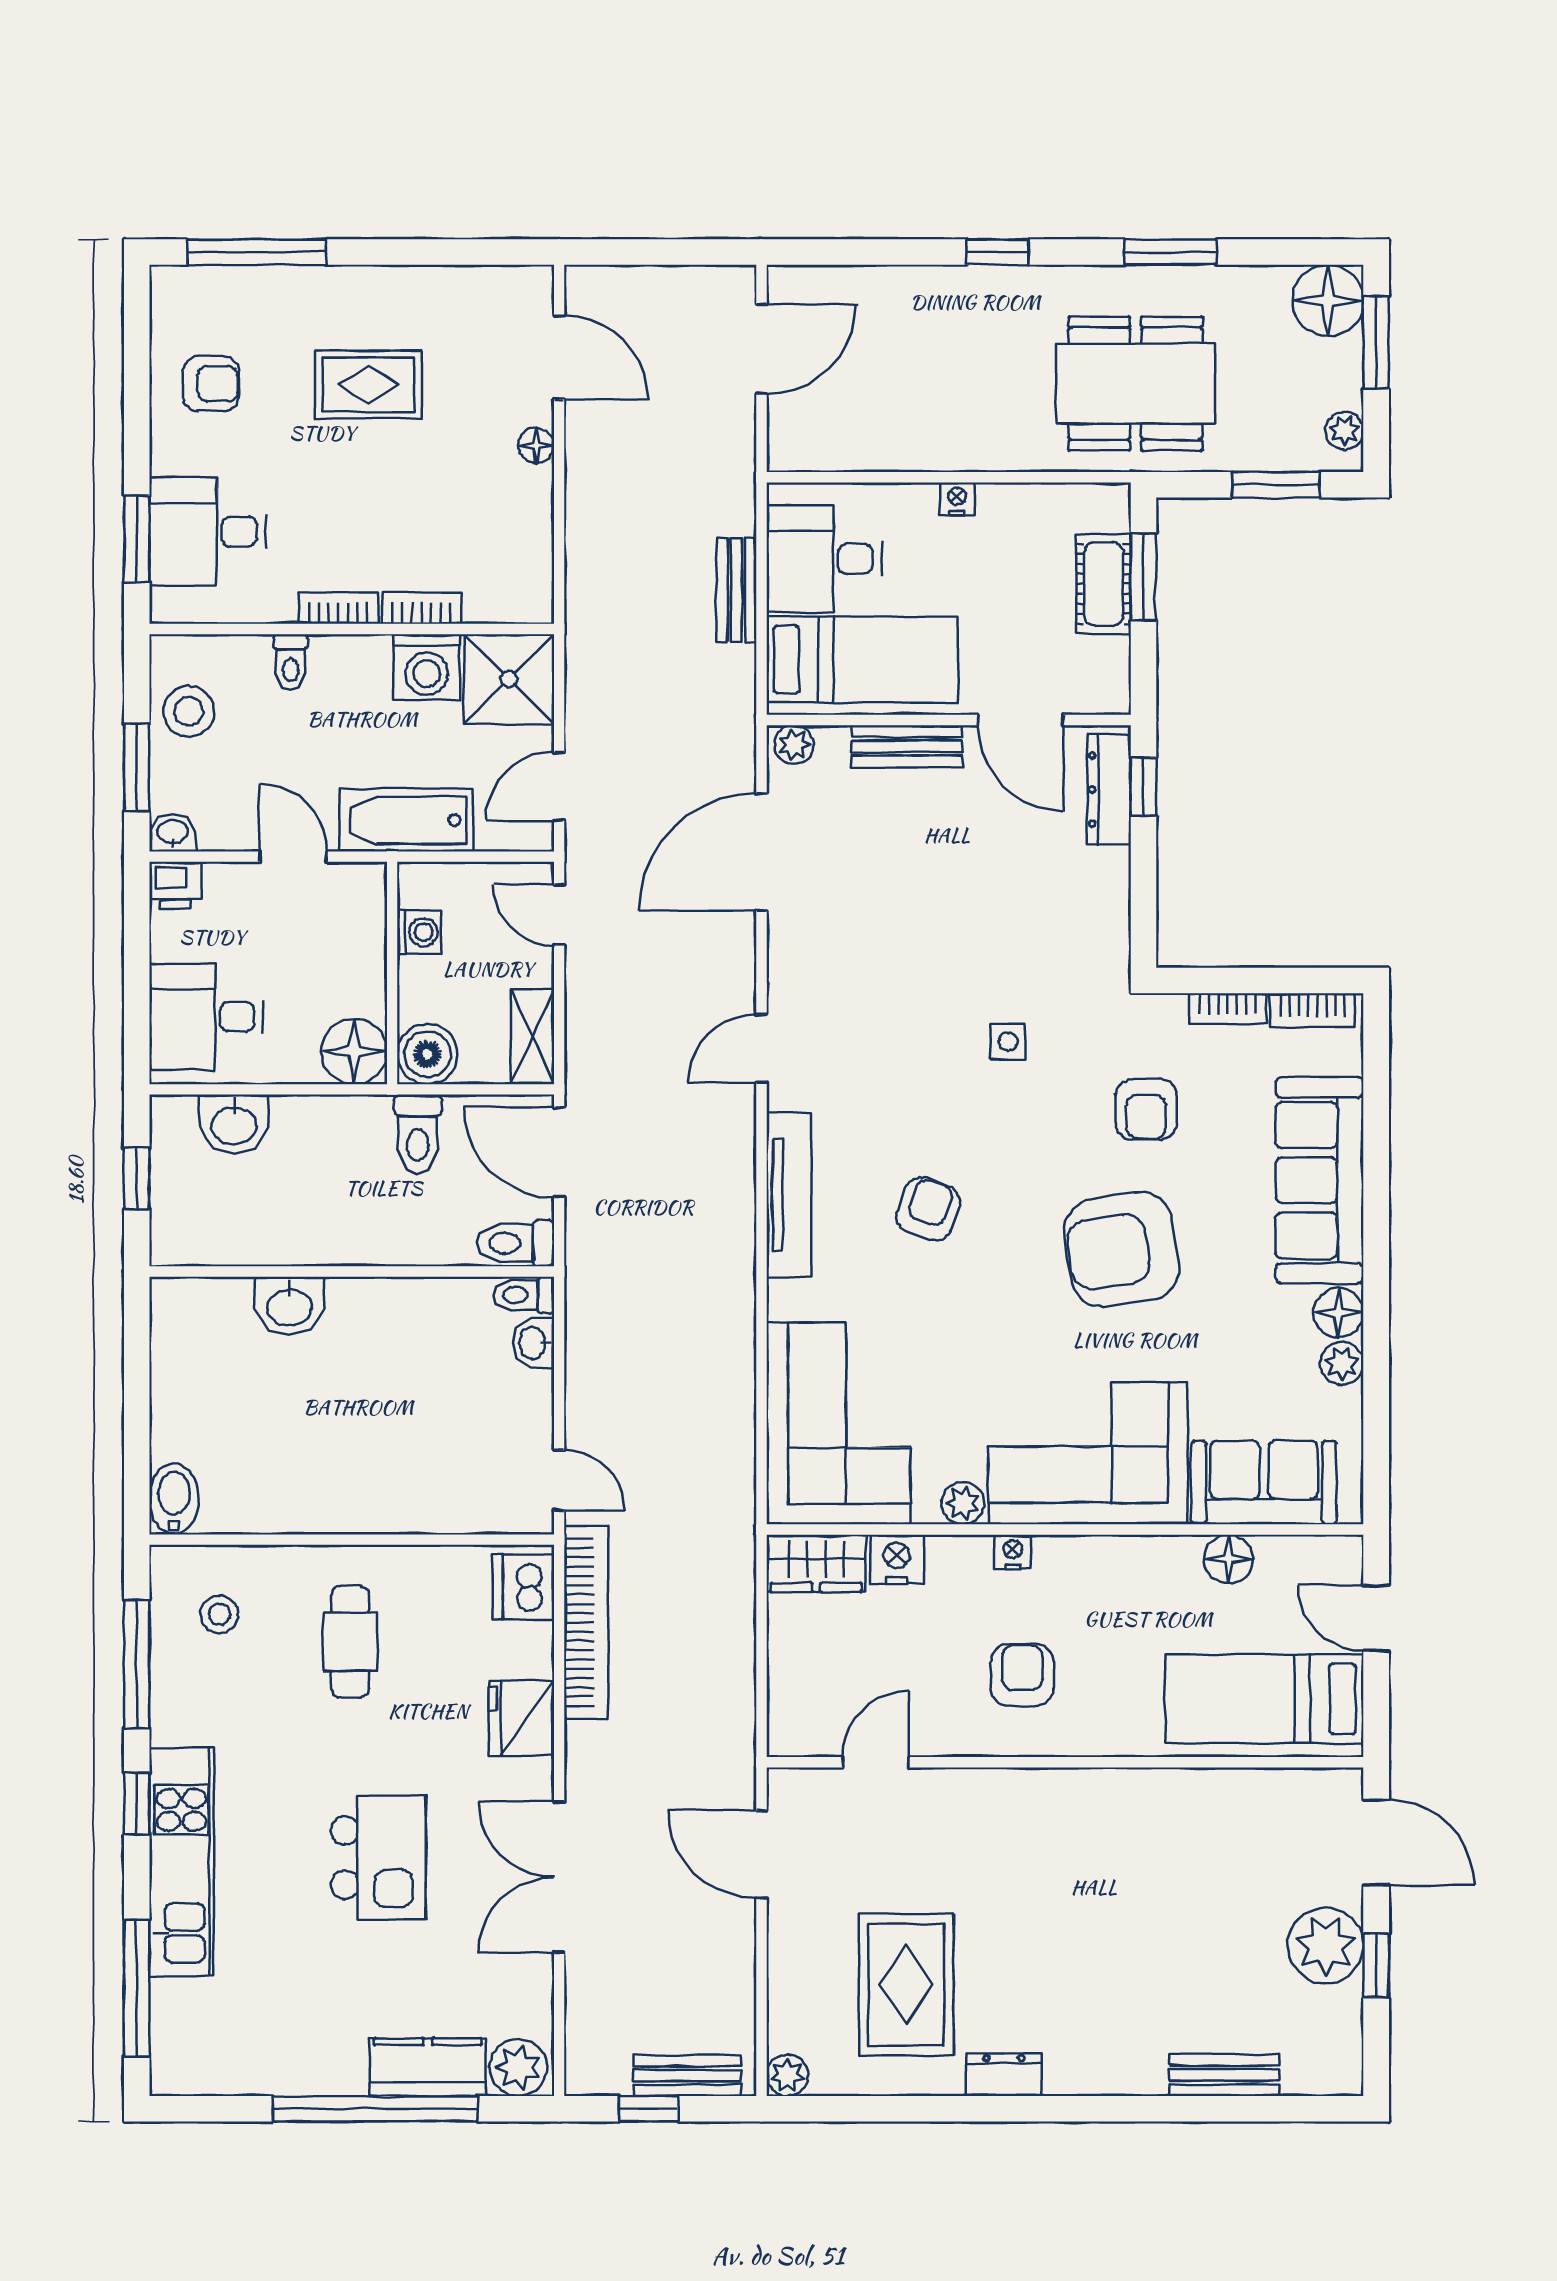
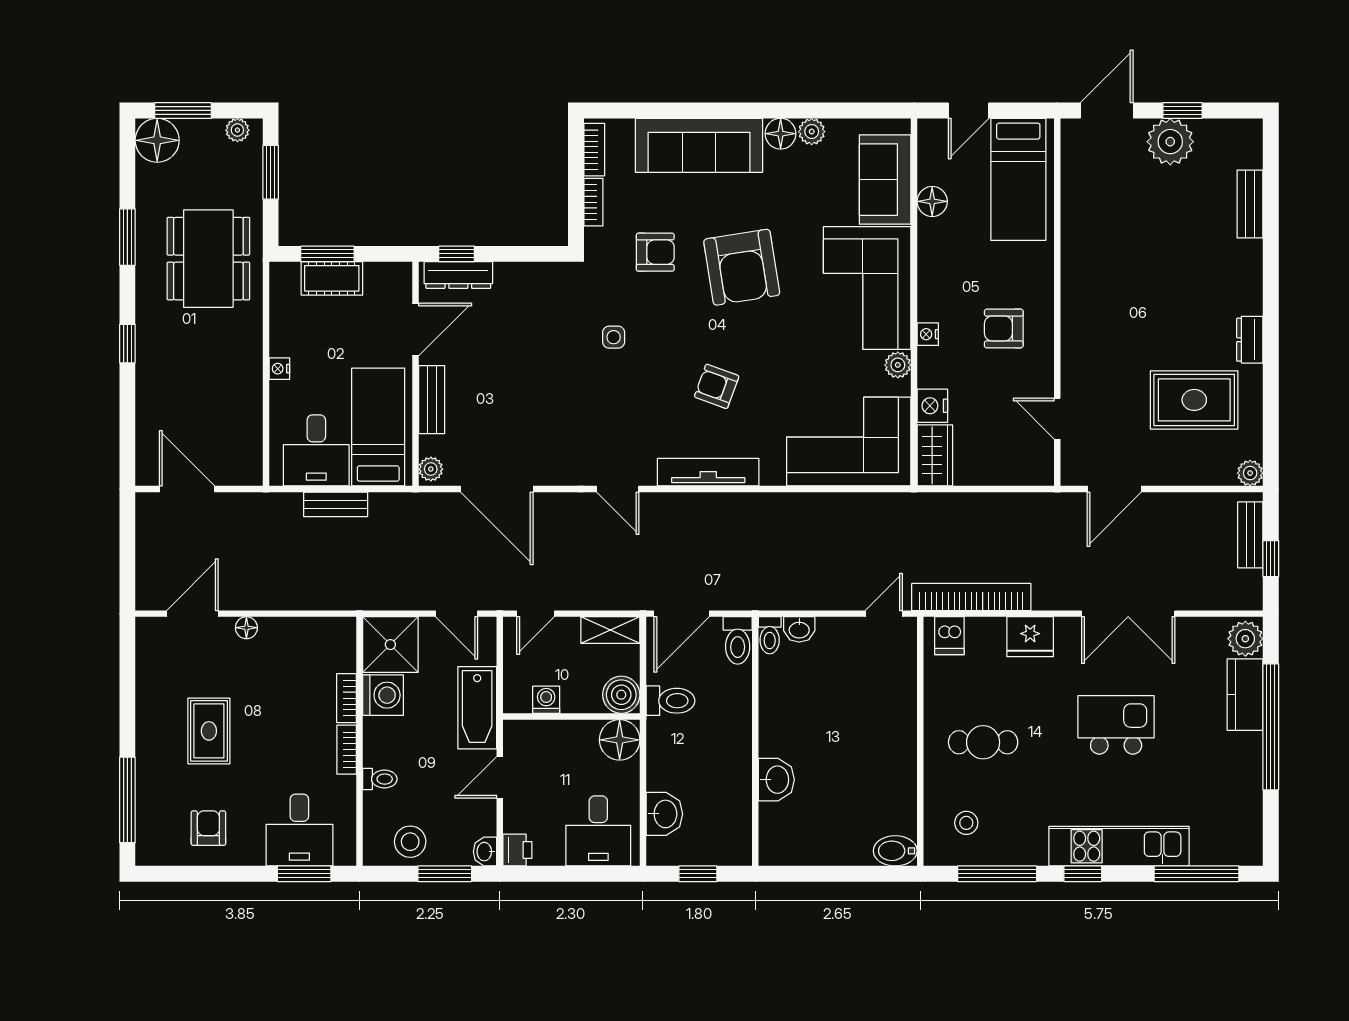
dishwasher: (523, 1587) -> (949, 636), width x0.73

